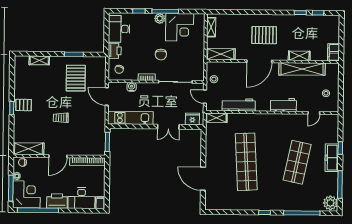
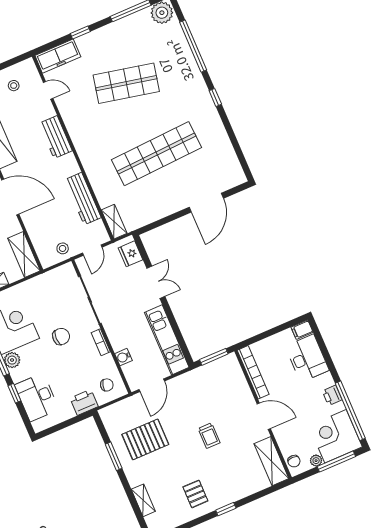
desk: (119, 29) -> (37, 397), moved, turned 90
pallet: (24, 105) -> (195, 494), moved
freezer: (332, 158) -> (58, 56), moved
printer: (57, 201) -> (332, 395), width x0.53, depth x0.68

